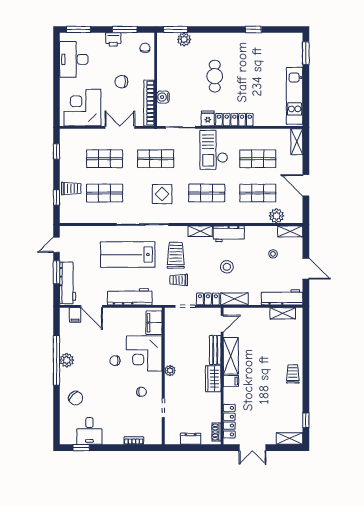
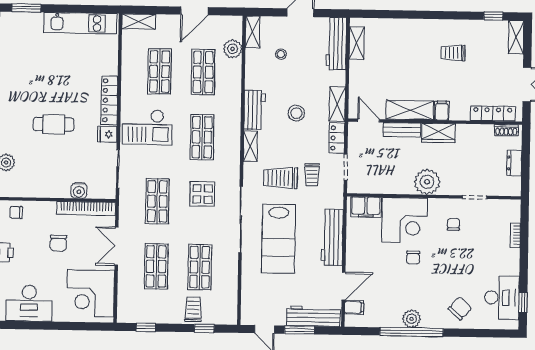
plant: (170, 371) -> (427, 182), width x1.88, depth x1.88
trolley: (293, 374) -> (453, 53), moved
desk: (89, 431) -> (502, 298), width x1.37

